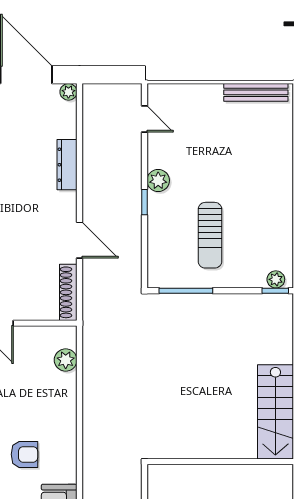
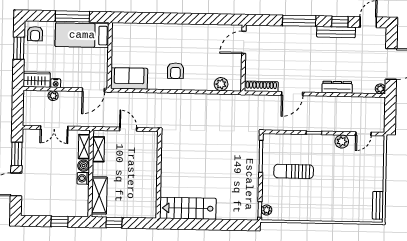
bench: (256, 92) -> (378, 205), width x0.73
plant: (158, 180) -> (342, 141), moved
armchair: (24, 454) -> (175, 71), moved

